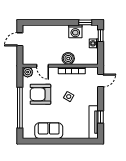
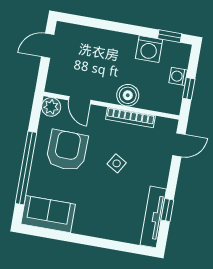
window: (101, 36) -> (189, 89), moved
armchair: (40, 94) -> (67, 150), turned 91
sofa: (49, 131) -> (48, 214), moved

